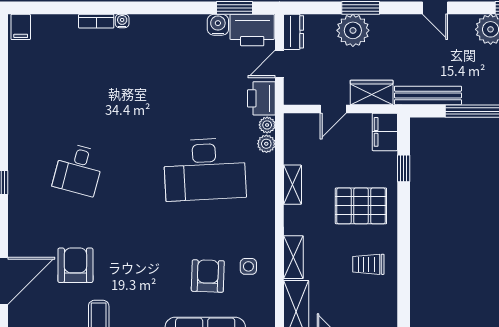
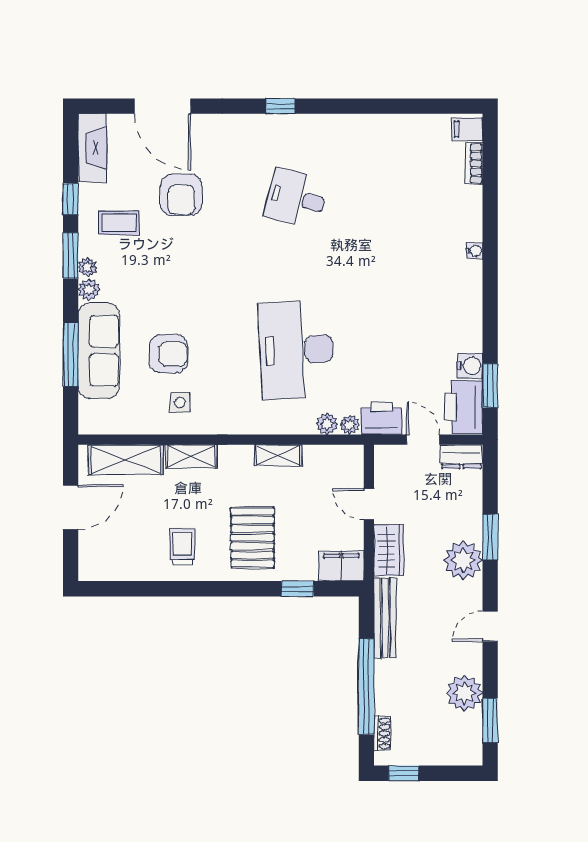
bookcase: (96, 21) -> (474, 164), moved
plant: (353, 30) -> (463, 560), moved
armchair: (75, 265) -> (181, 195), turned 90

